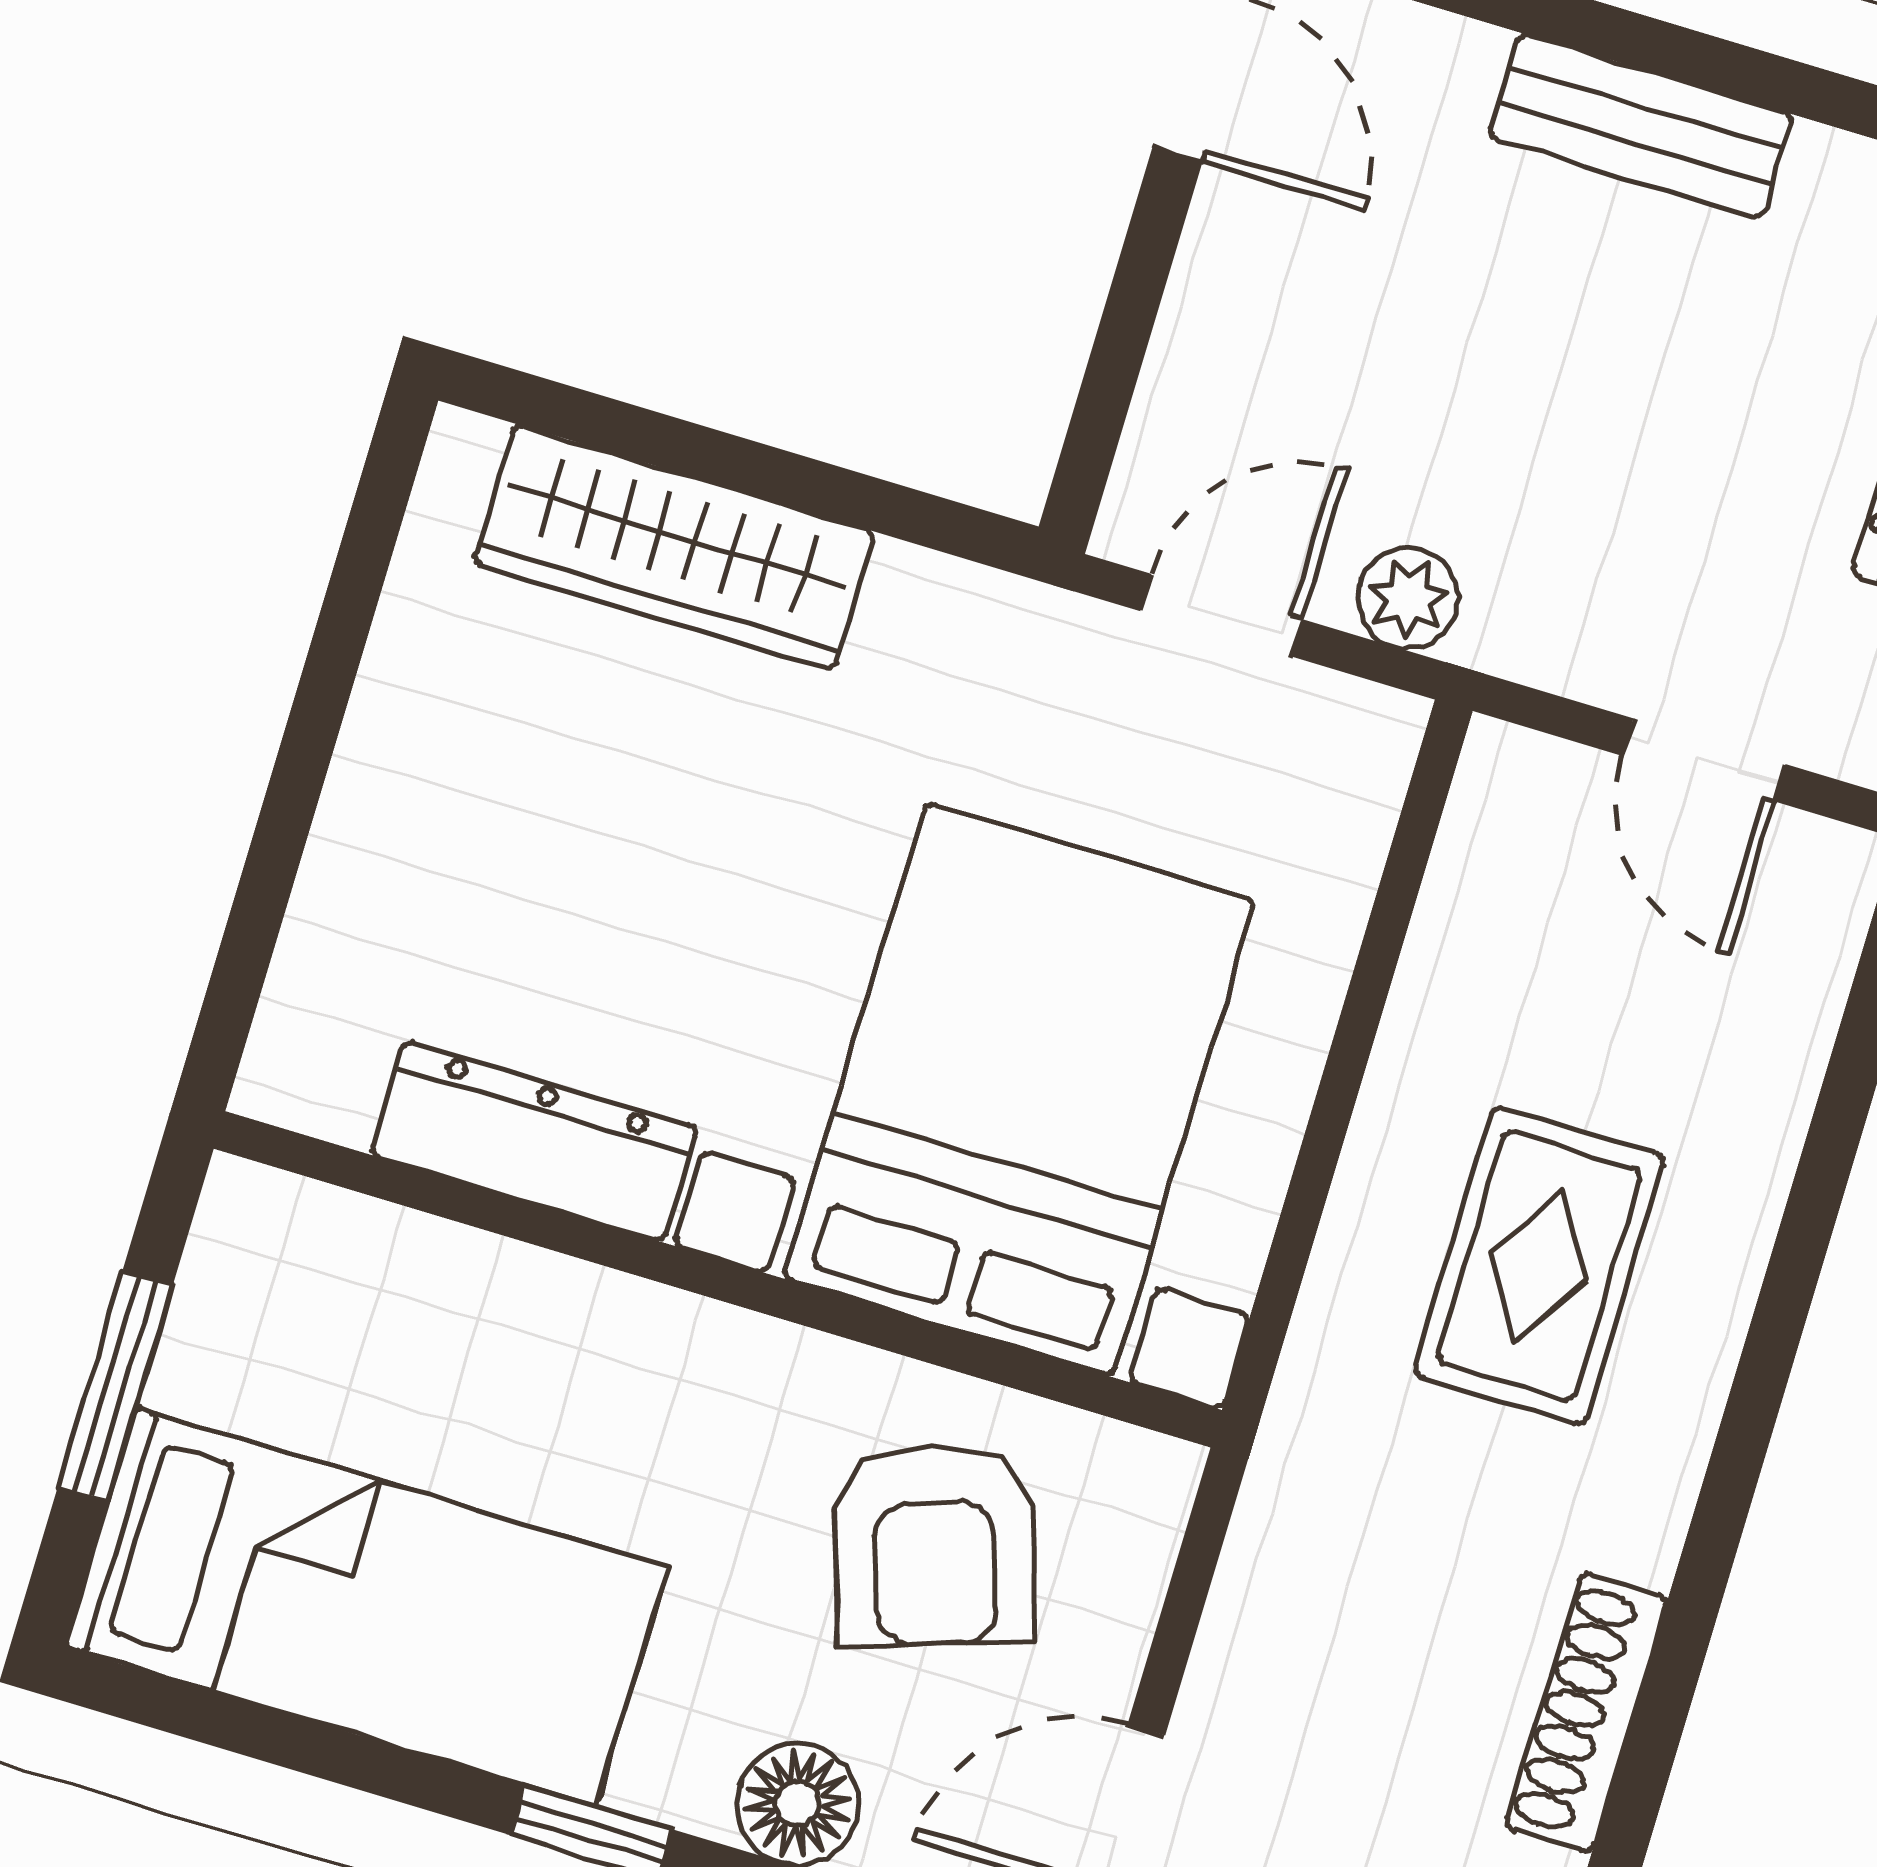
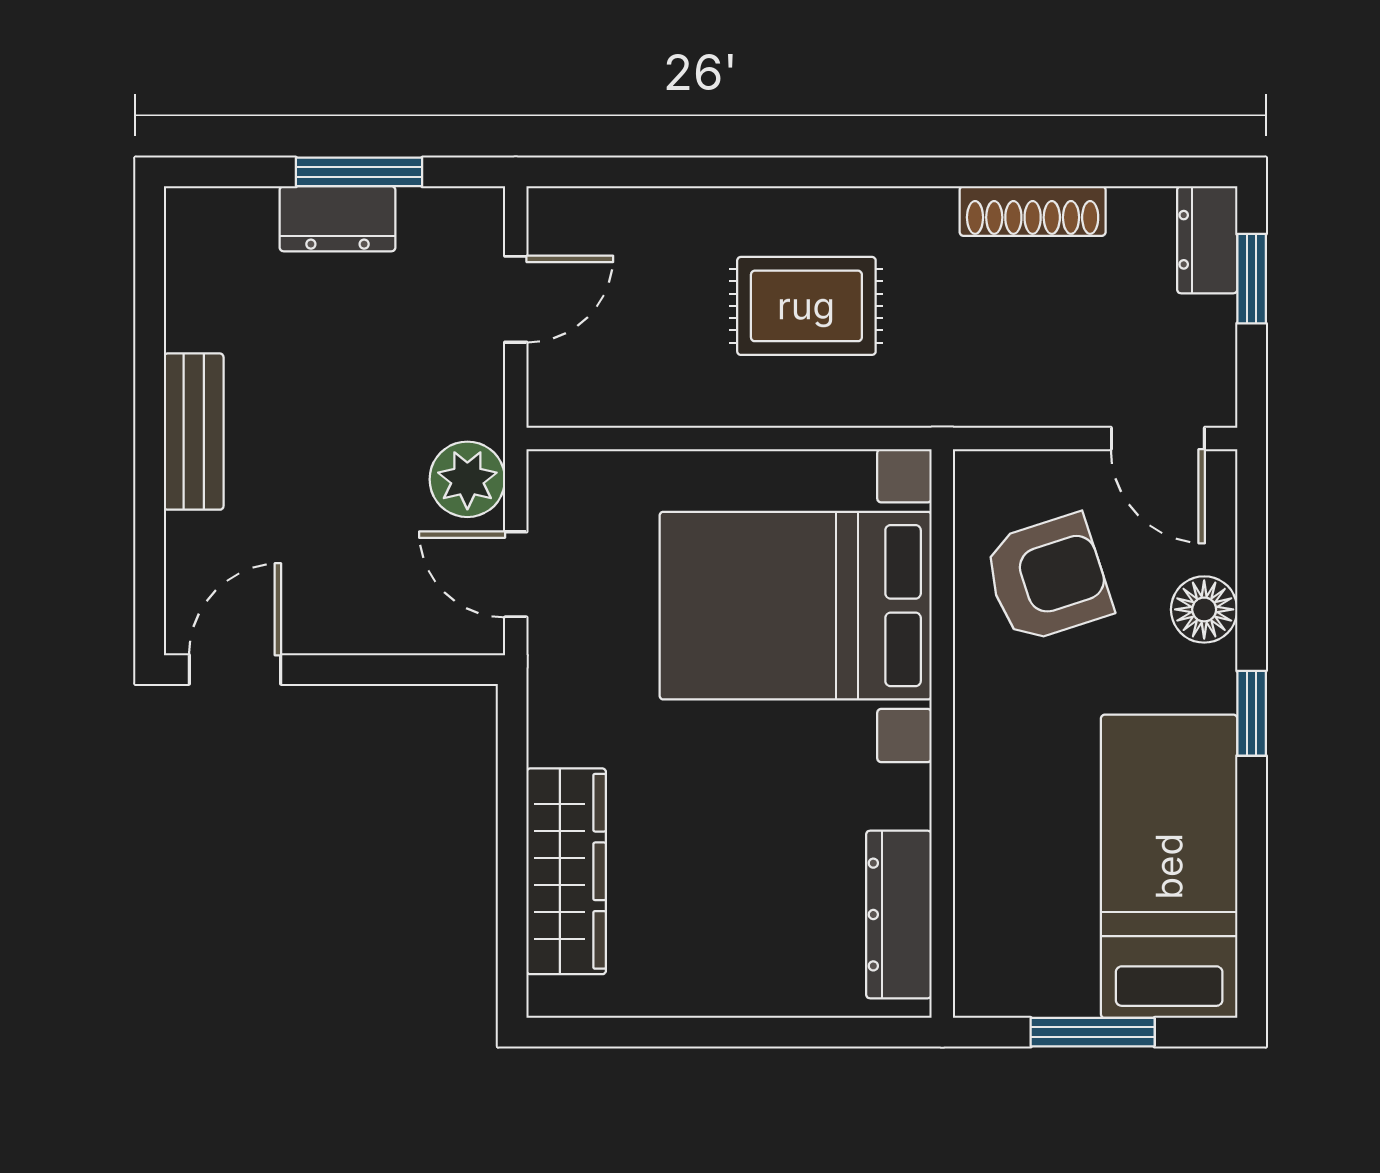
plant: (1408, 598) -> (467, 479), width x1.38, depth x1.38
dresser: (534, 1141) -> (899, 915), moved

